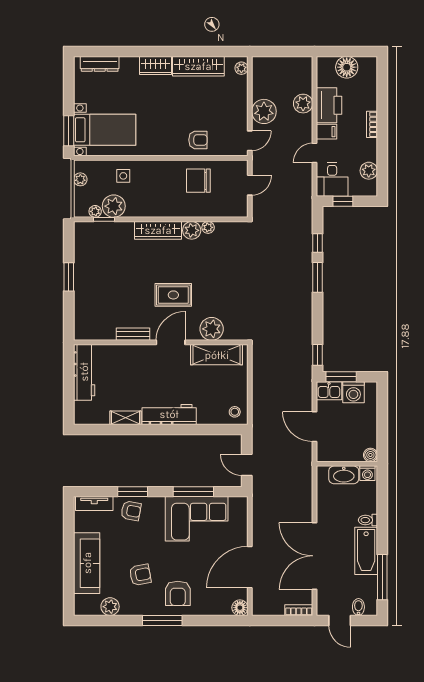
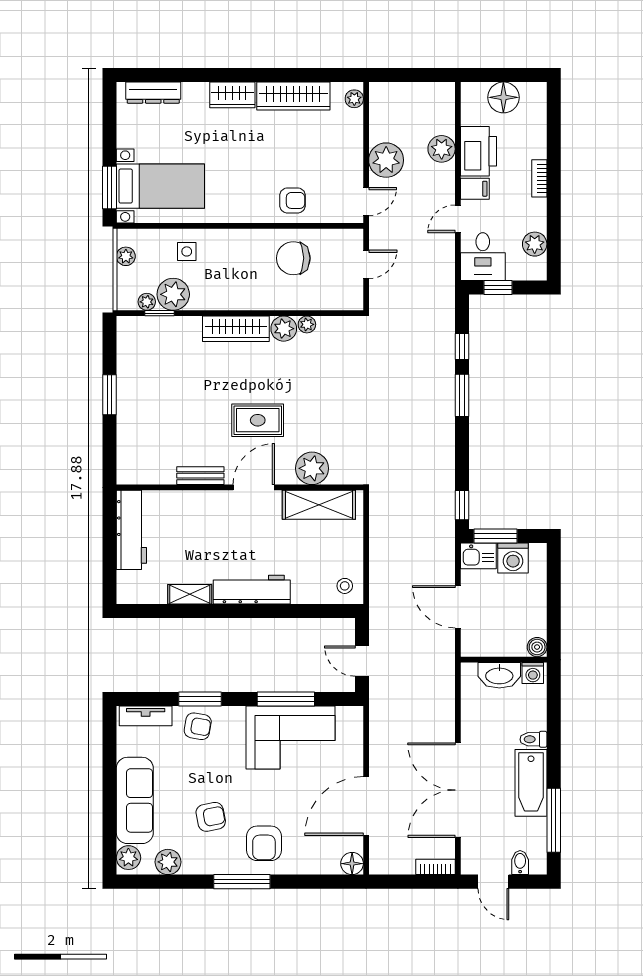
plant: (82, 603) -> (128, 858), added

